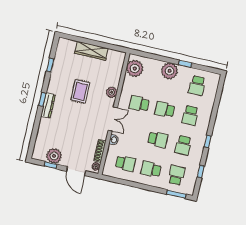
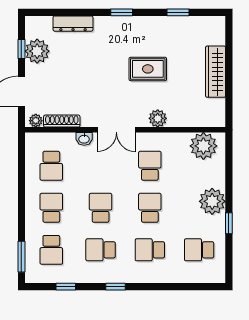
dresser: (48, 106) -> (73, 24), moved
school desk: (158, 139) -> (101, 208), turned 180
school desk: (176, 175) -> (51, 250), turned 90

